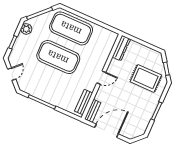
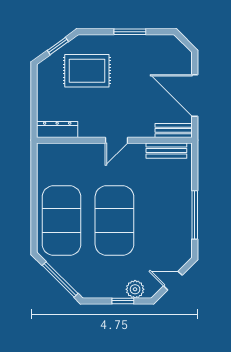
plant: (26, 29) -> (135, 289), moved
door: (101, 78) -> (116, 140), swing flipped
rug: (146, 78) -> (87, 71), turned 90

